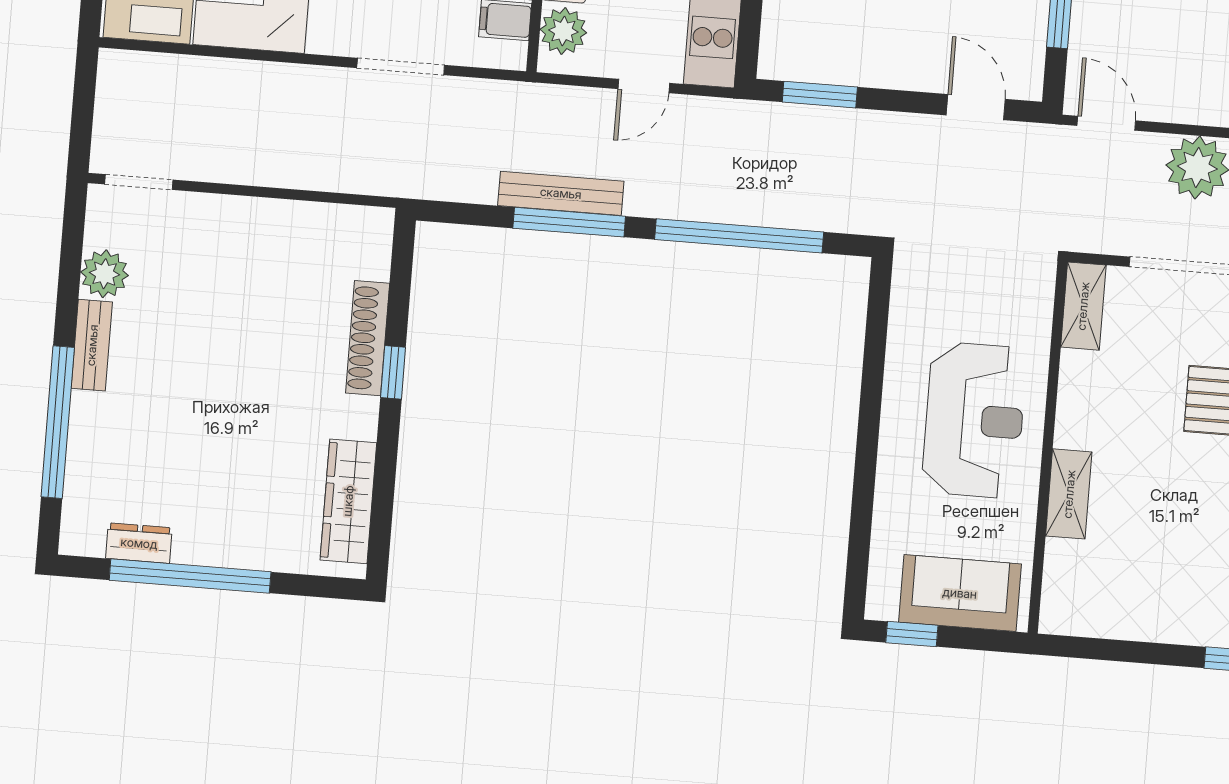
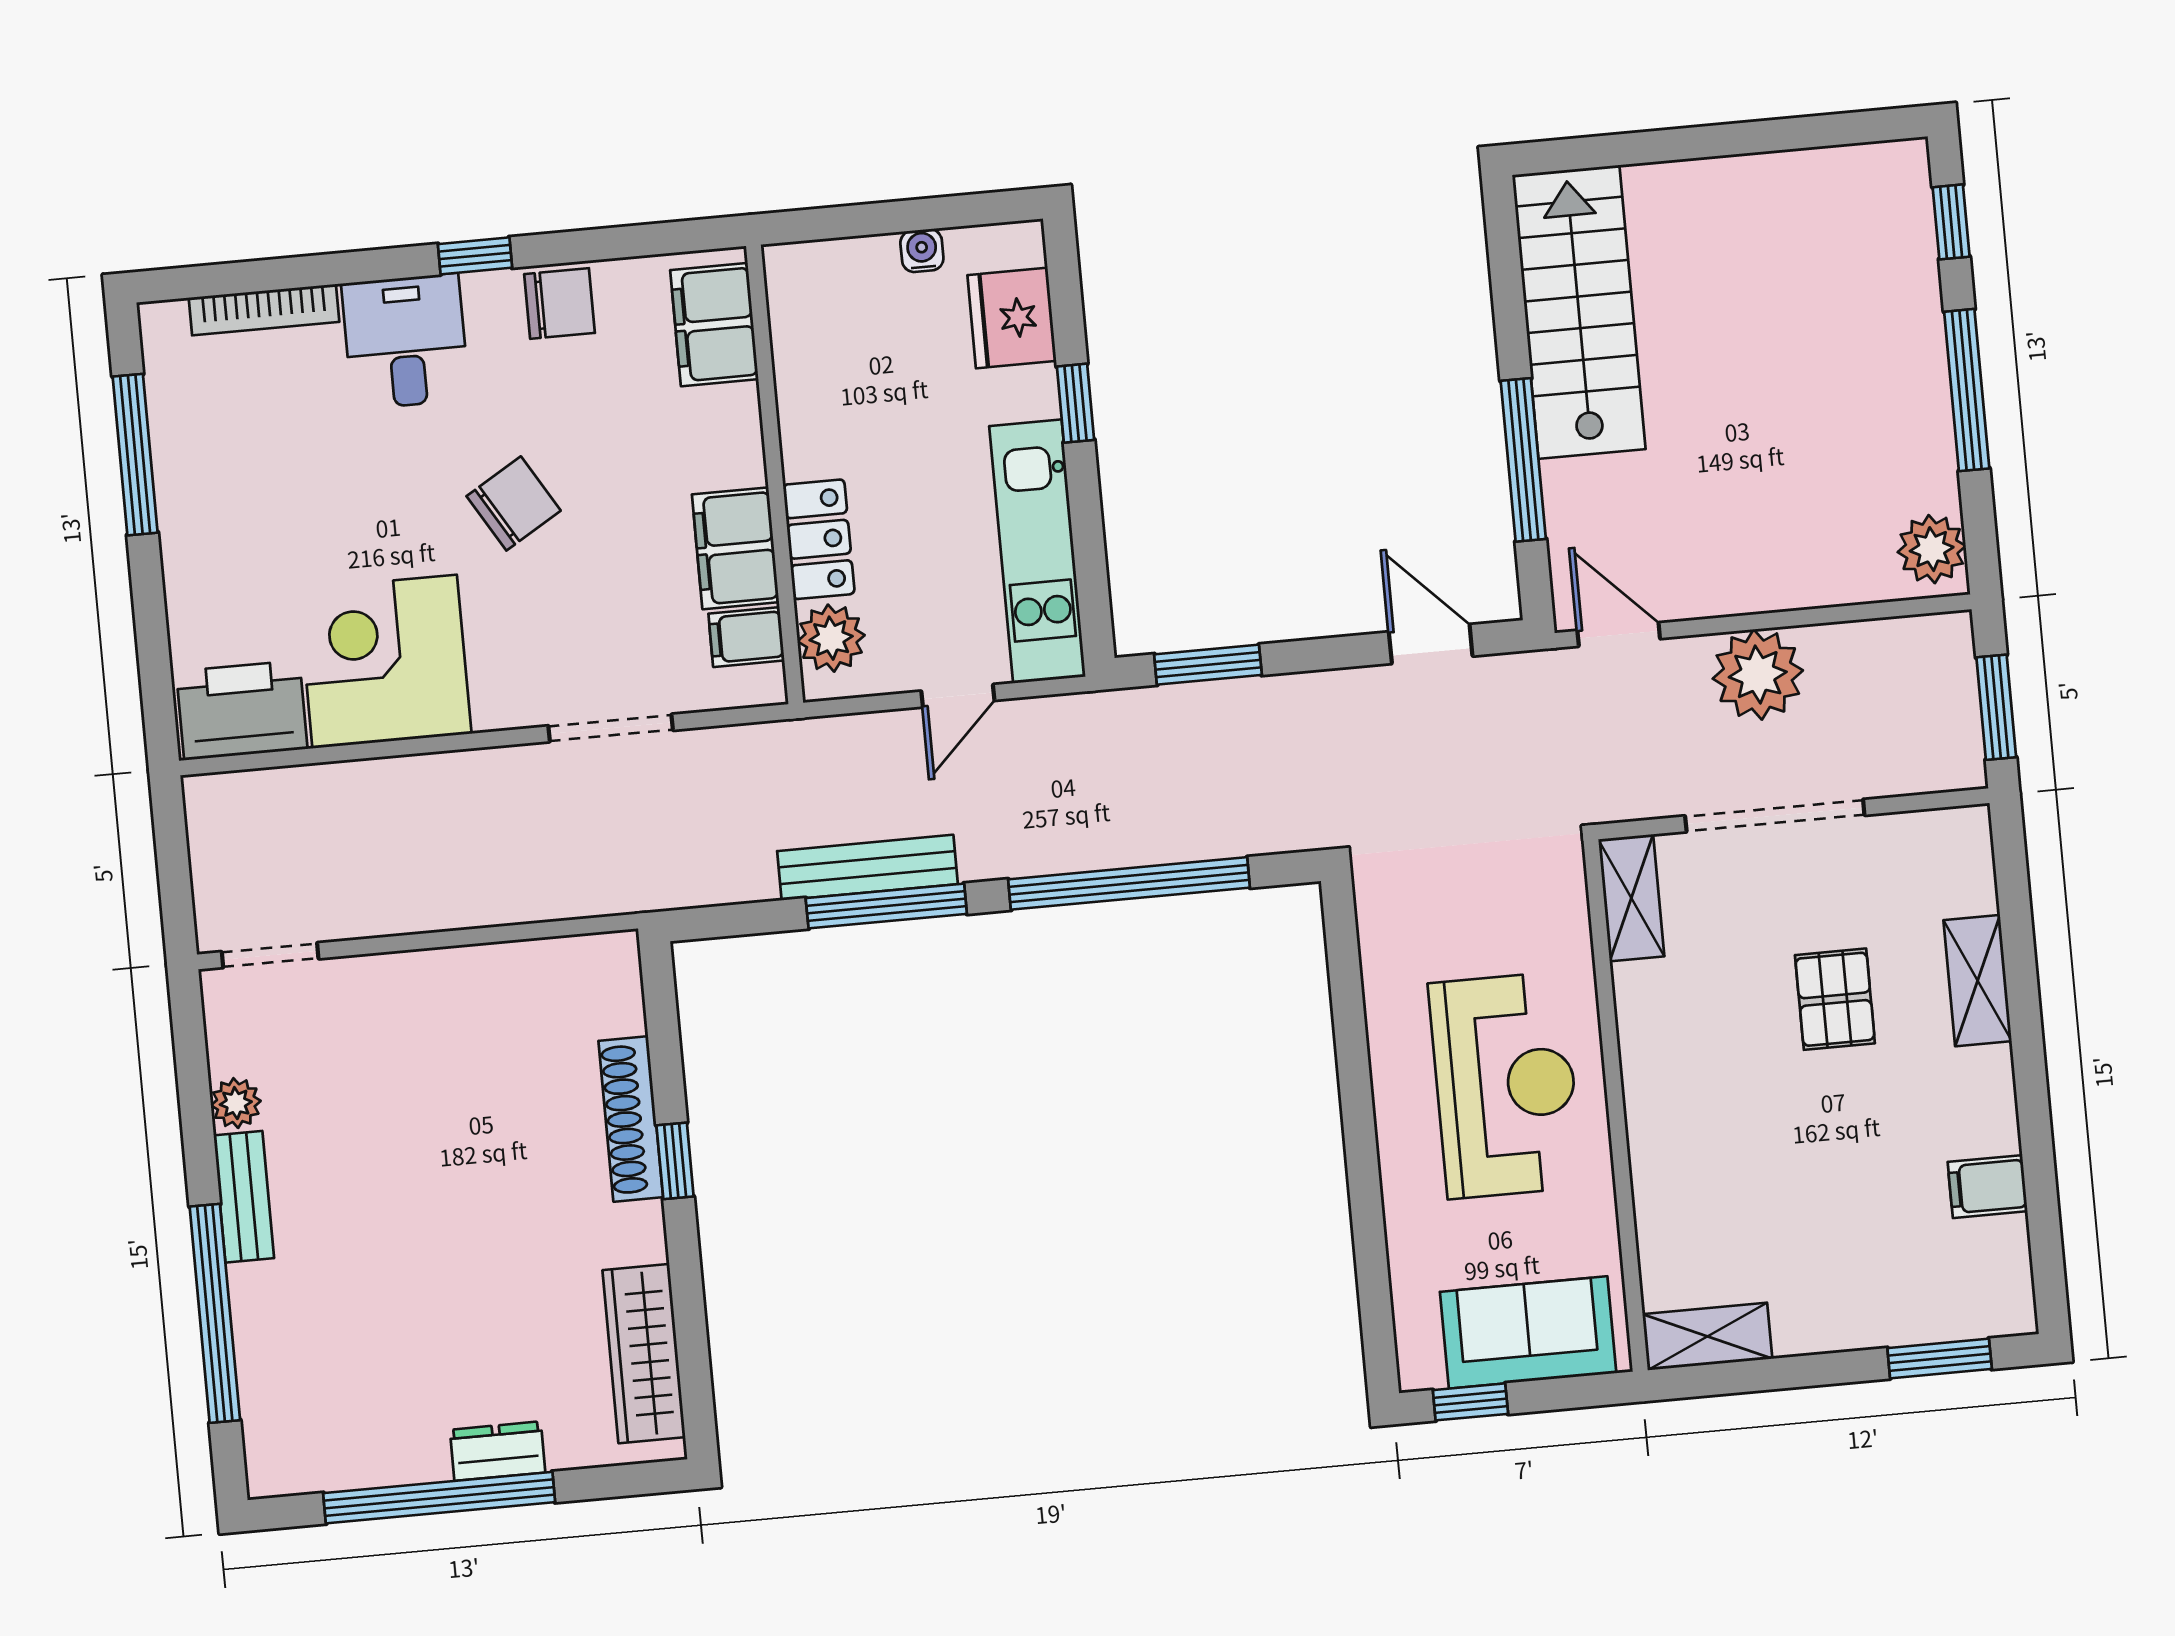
plant: (105, 274) -> (236, 1103), width x0.73, depth x0.73
shelving: (1069, 494) -> (1707, 1336), moved, turned 90
dresser: (139, 543) -> (498, 1451), moved

